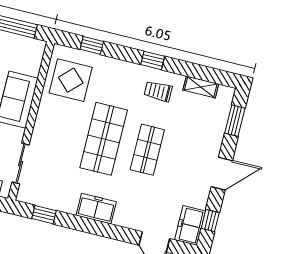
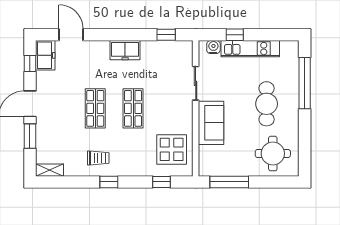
shelving: (201, 87) -> (49, 170), moved
window: (235, 121) -> (30, 136), moved
shop shelf: (104, 139) -> (133, 108), width x0.70, depth x0.74
sliding door: (21, 163) -> (196, 83), moved

